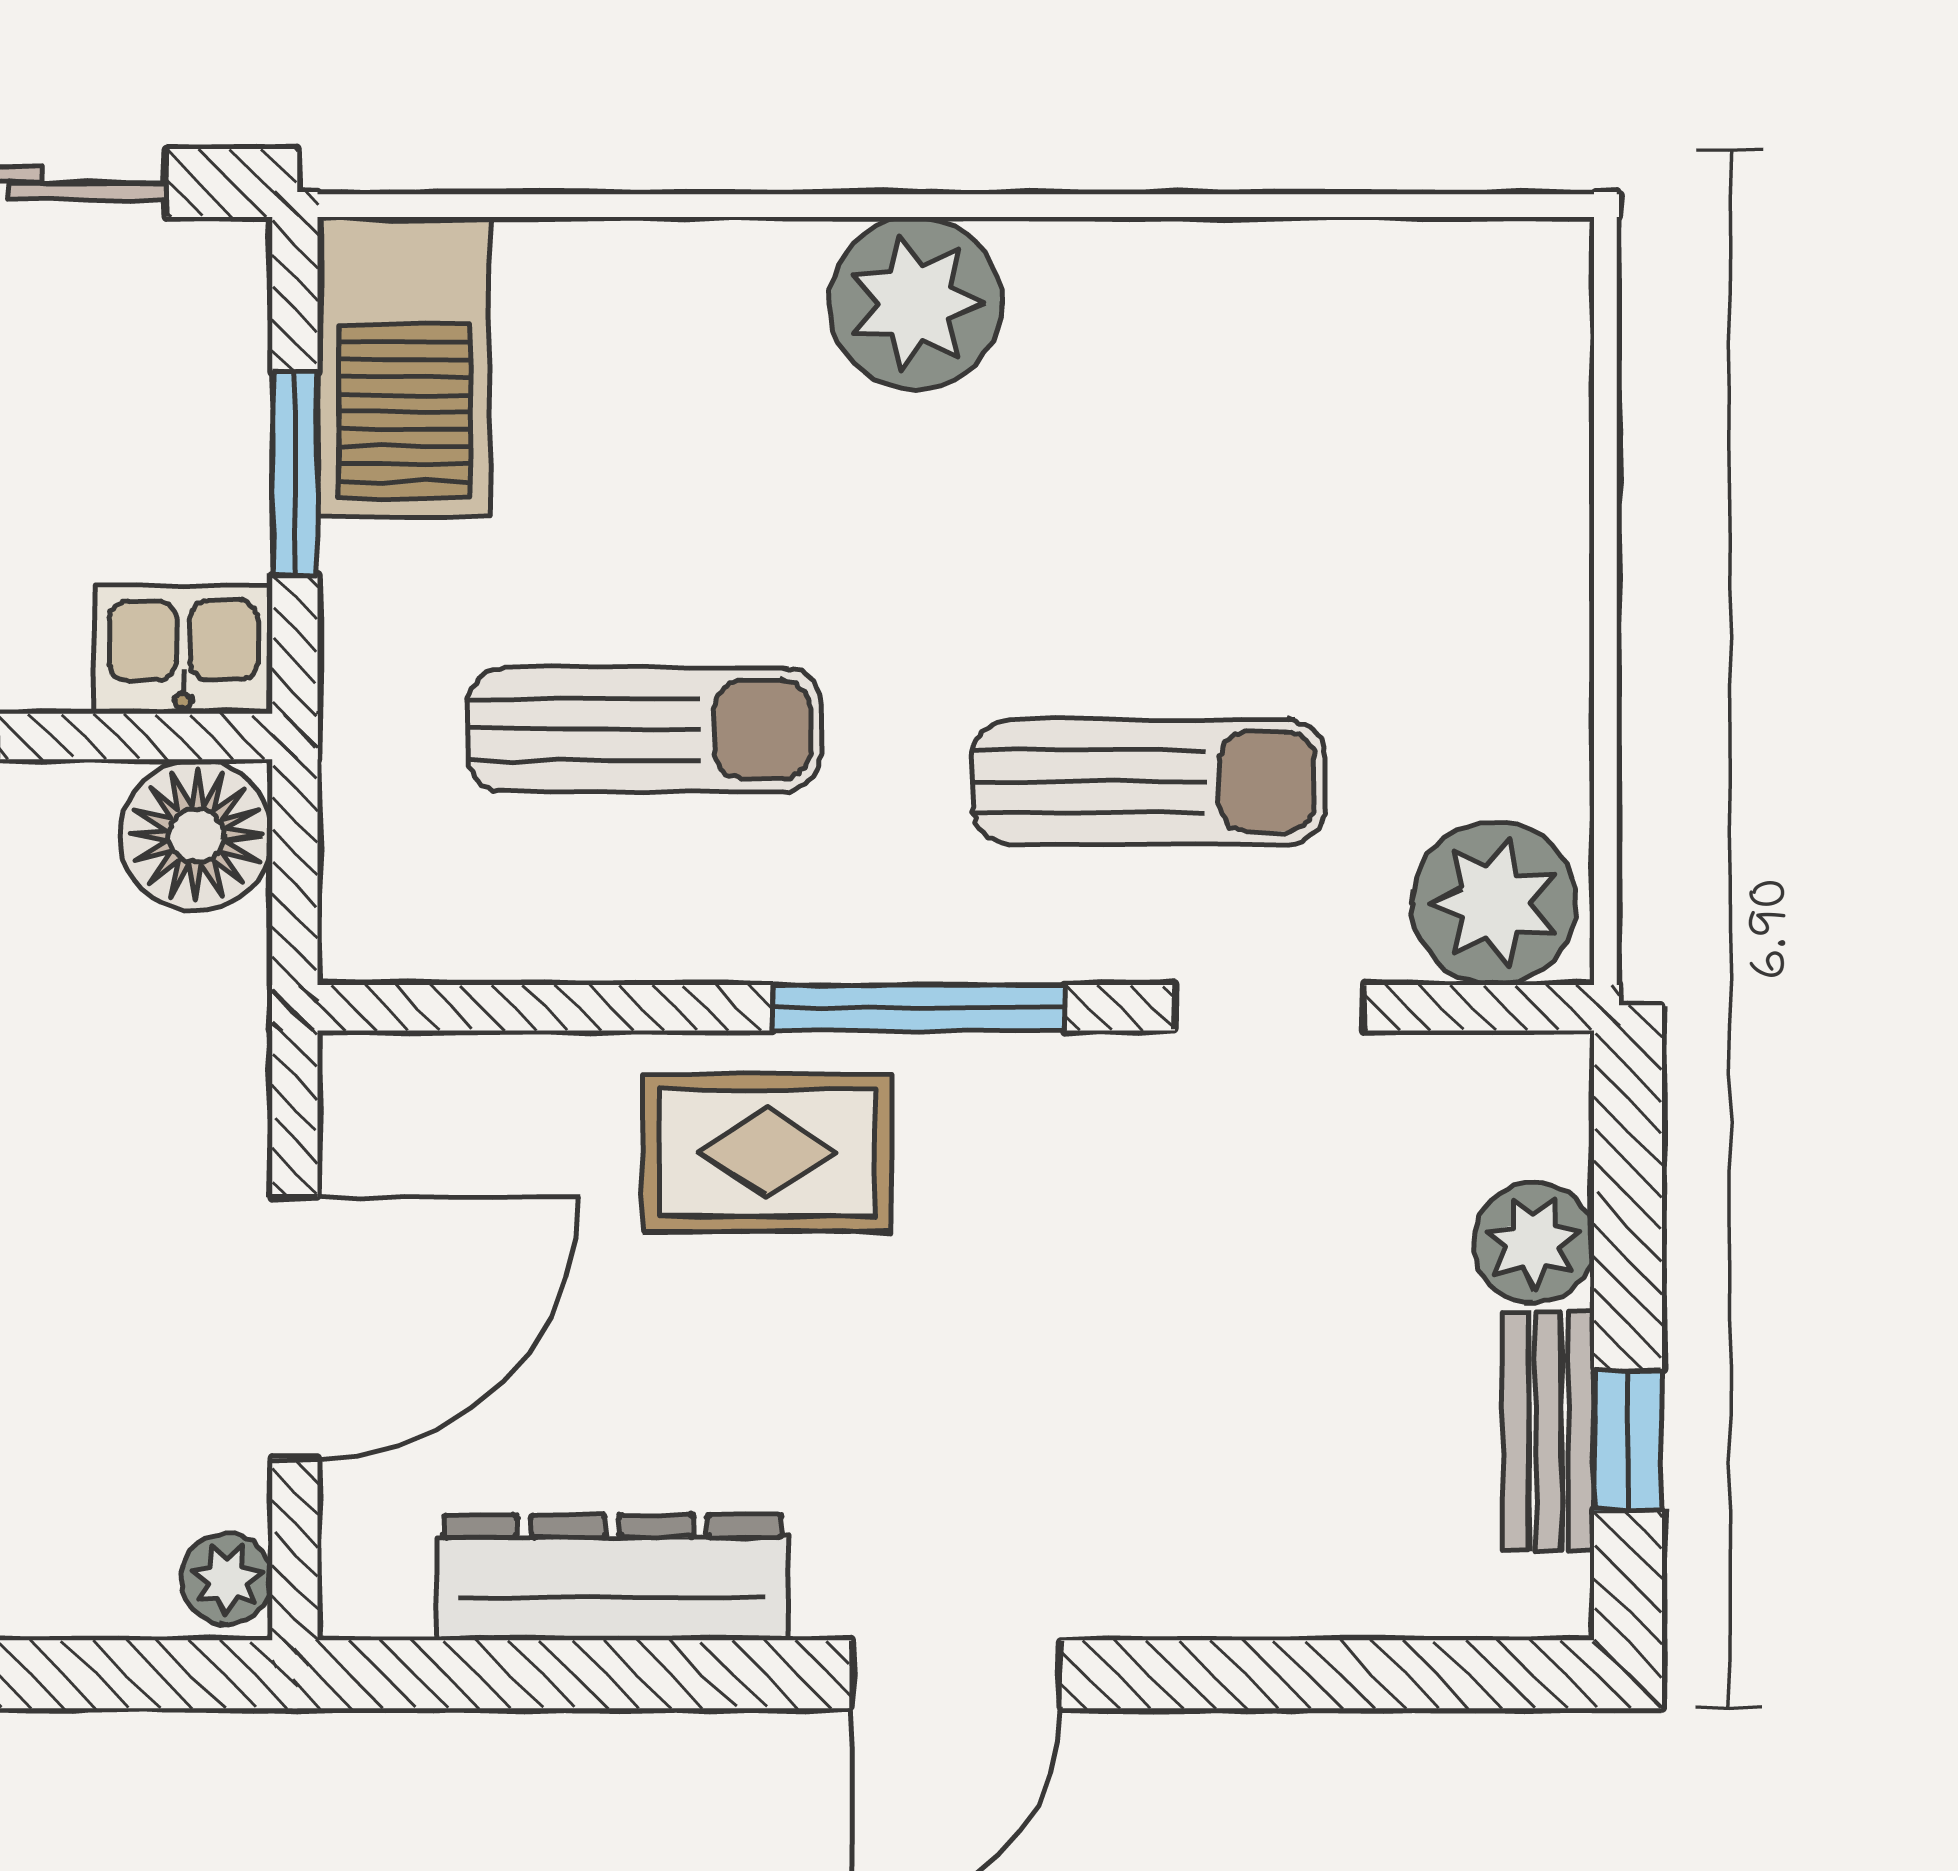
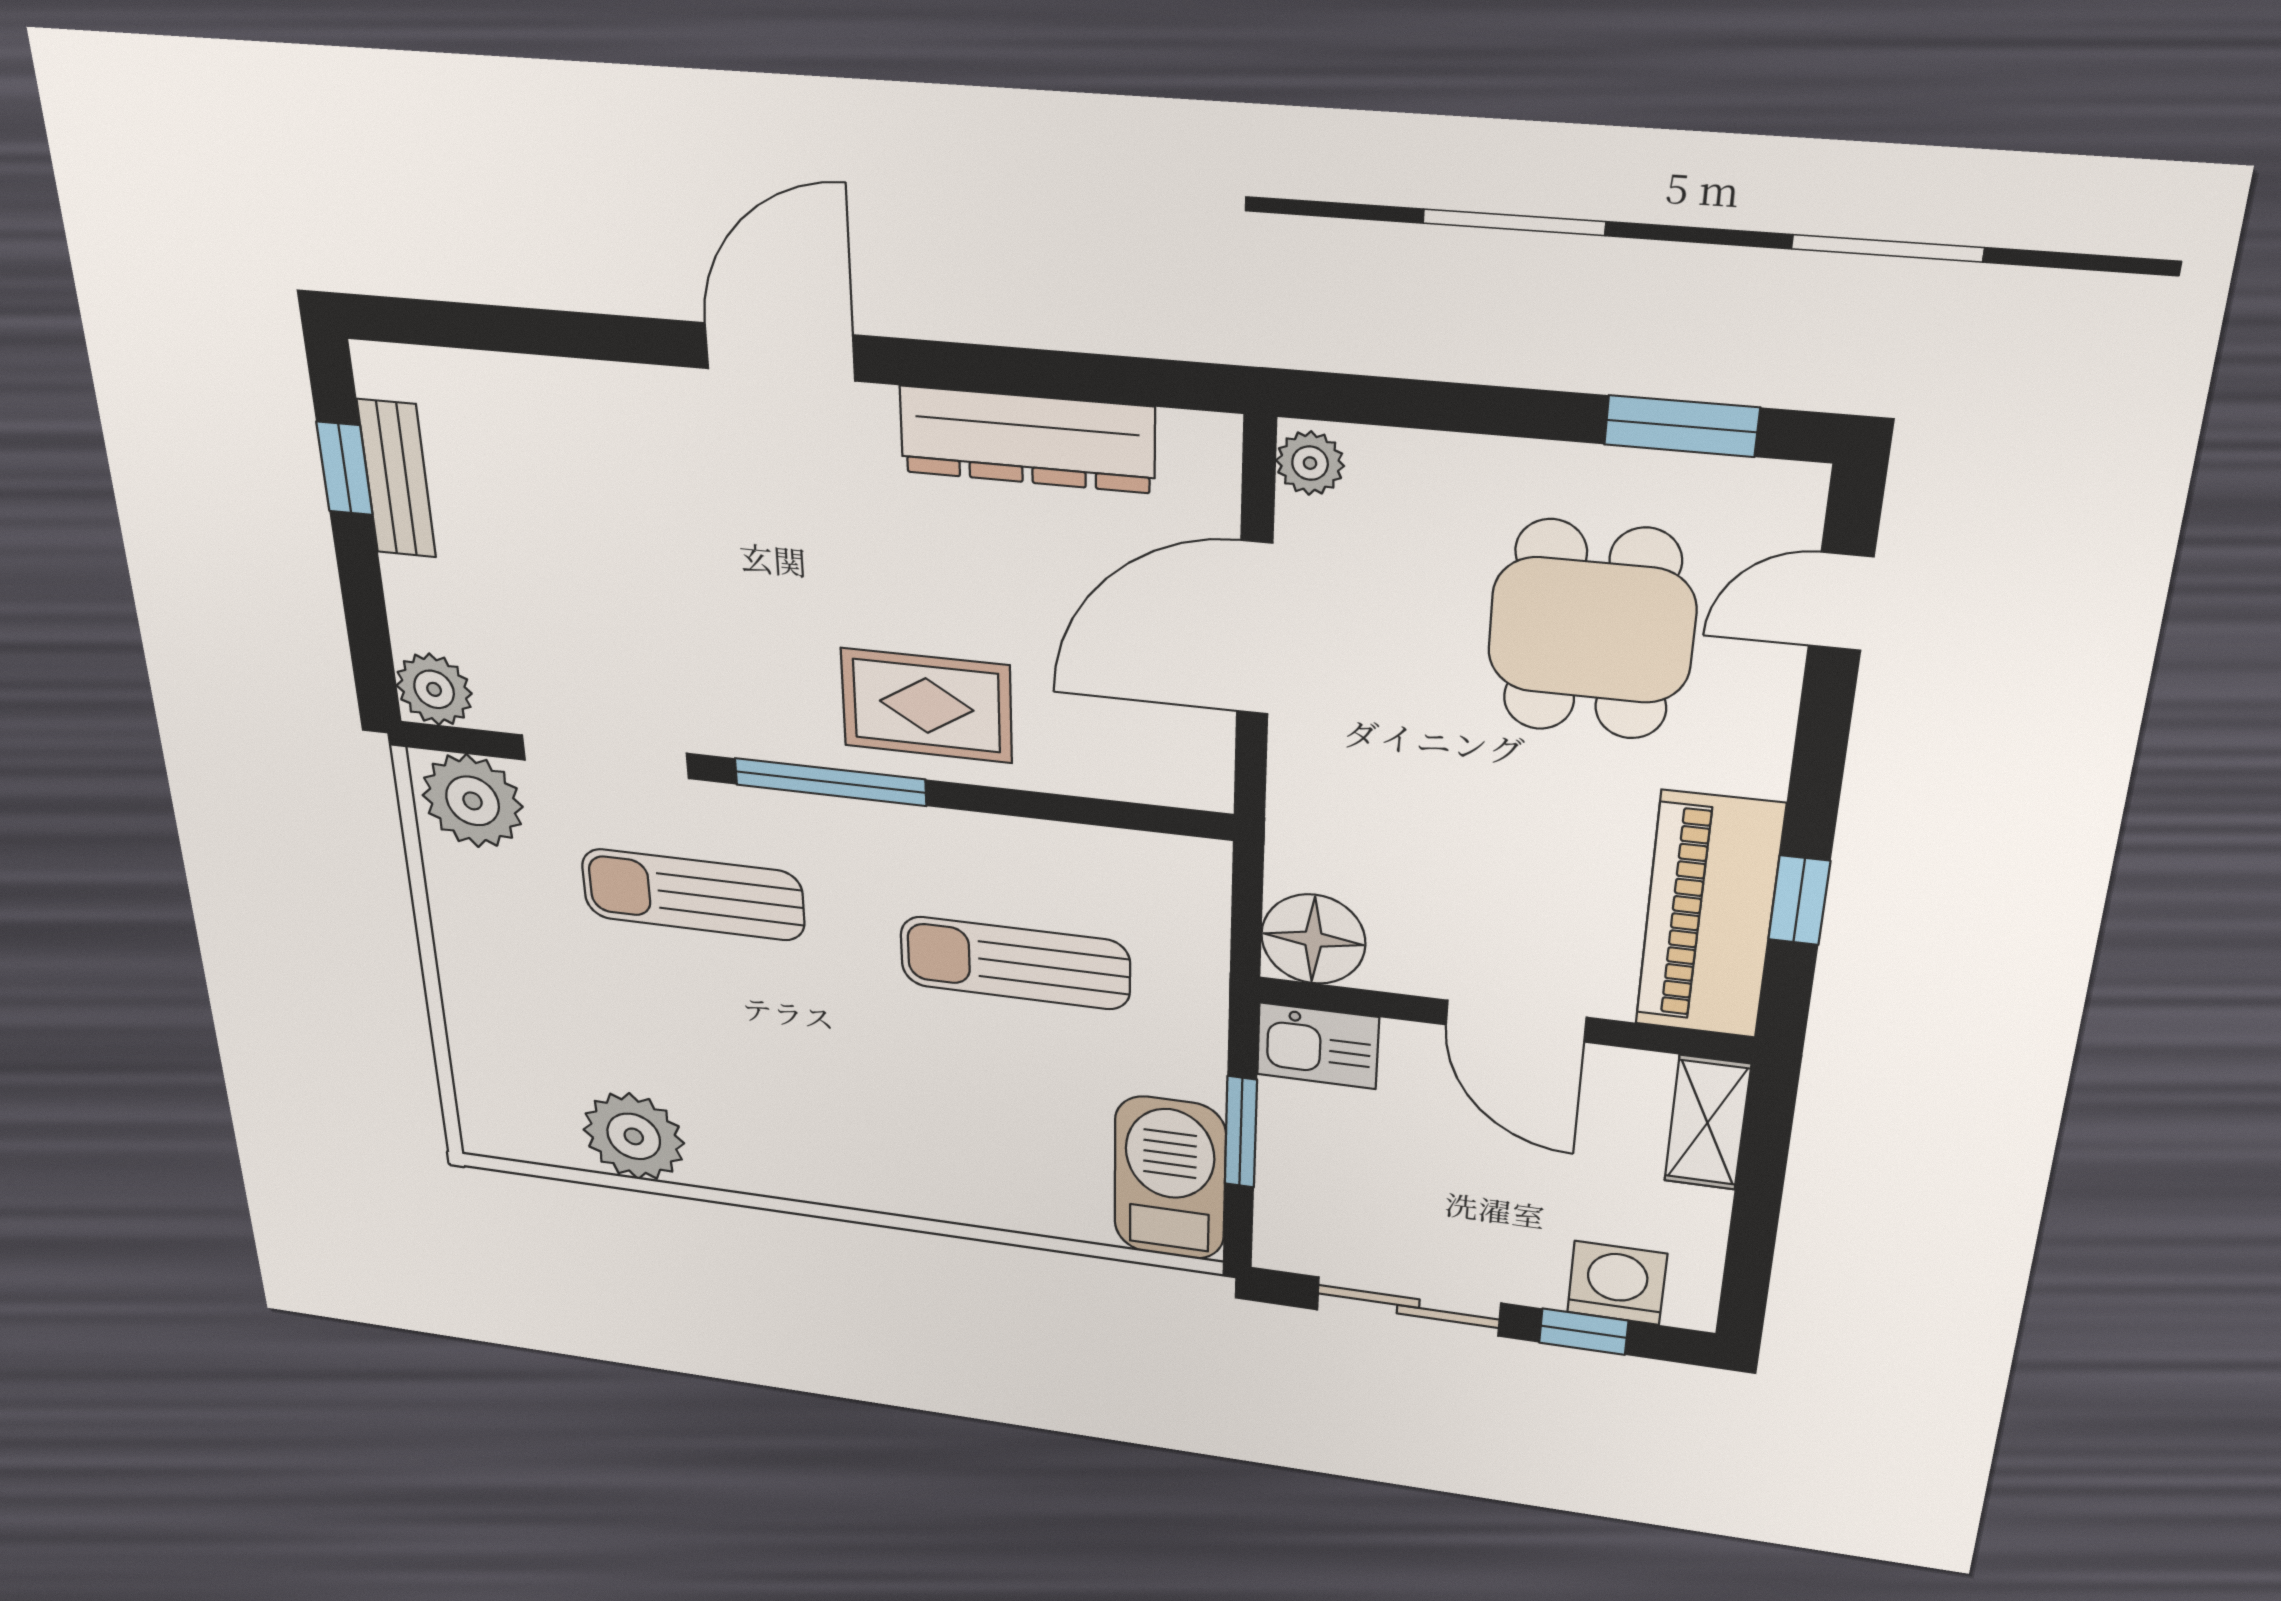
plant: (915, 303) -> (634, 1136), moved
doorway: (1270, 1008) -> (605, 757), width x1.38
plant: (1534, 1242) -> (434, 689), moved

